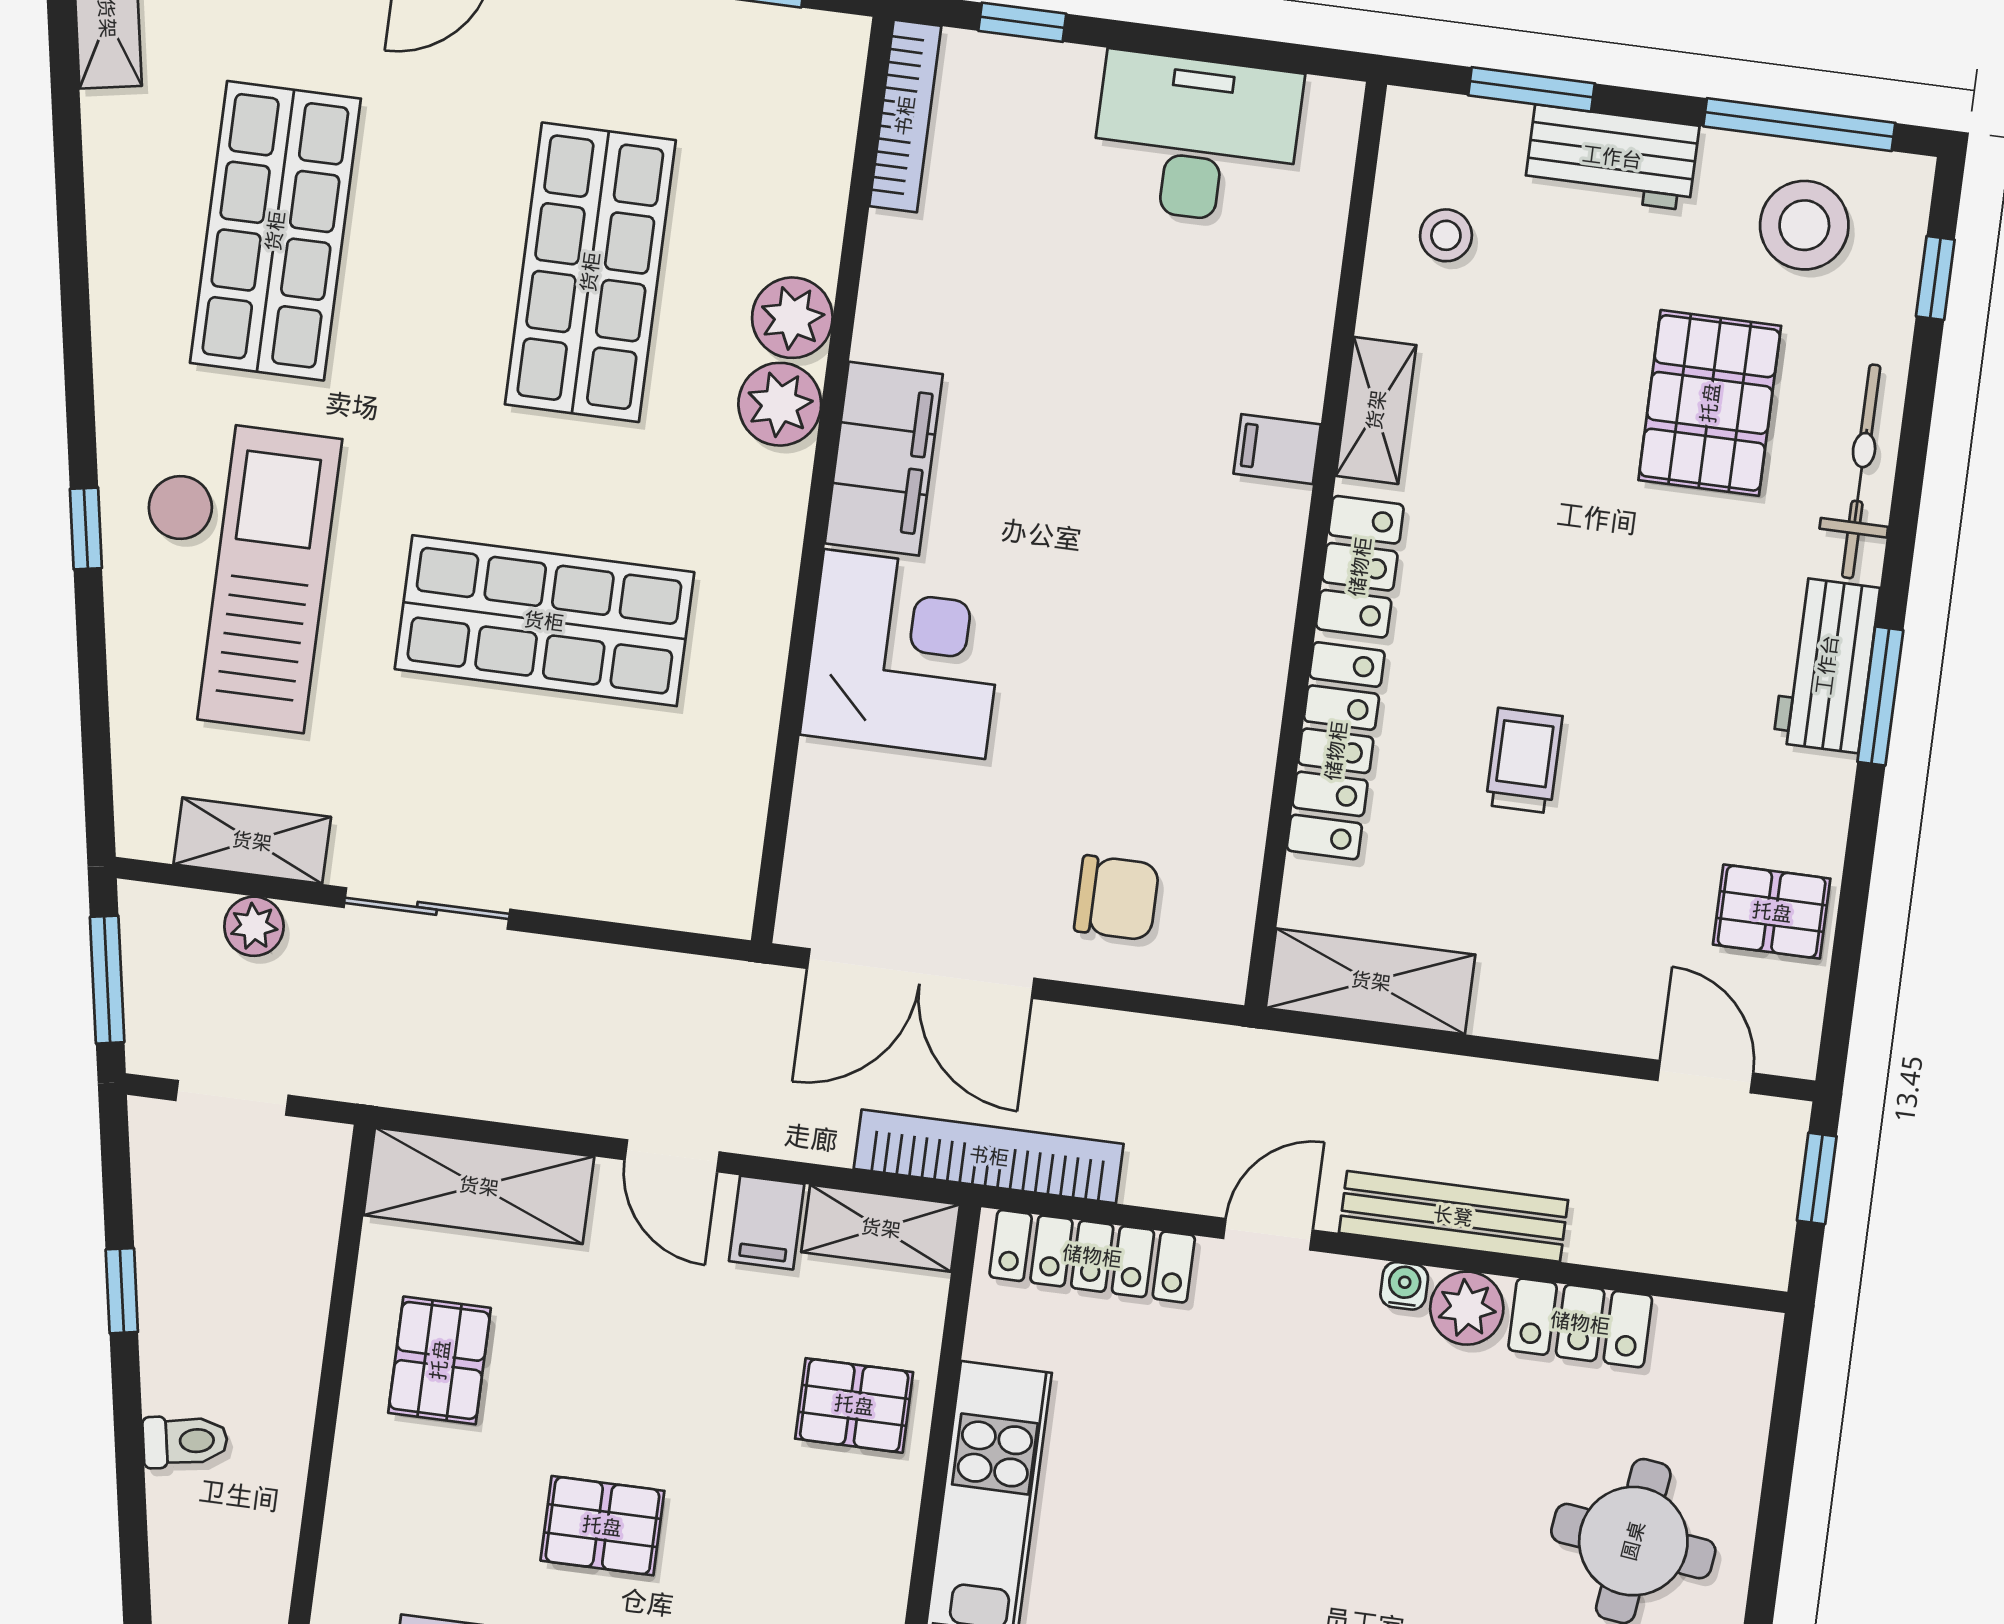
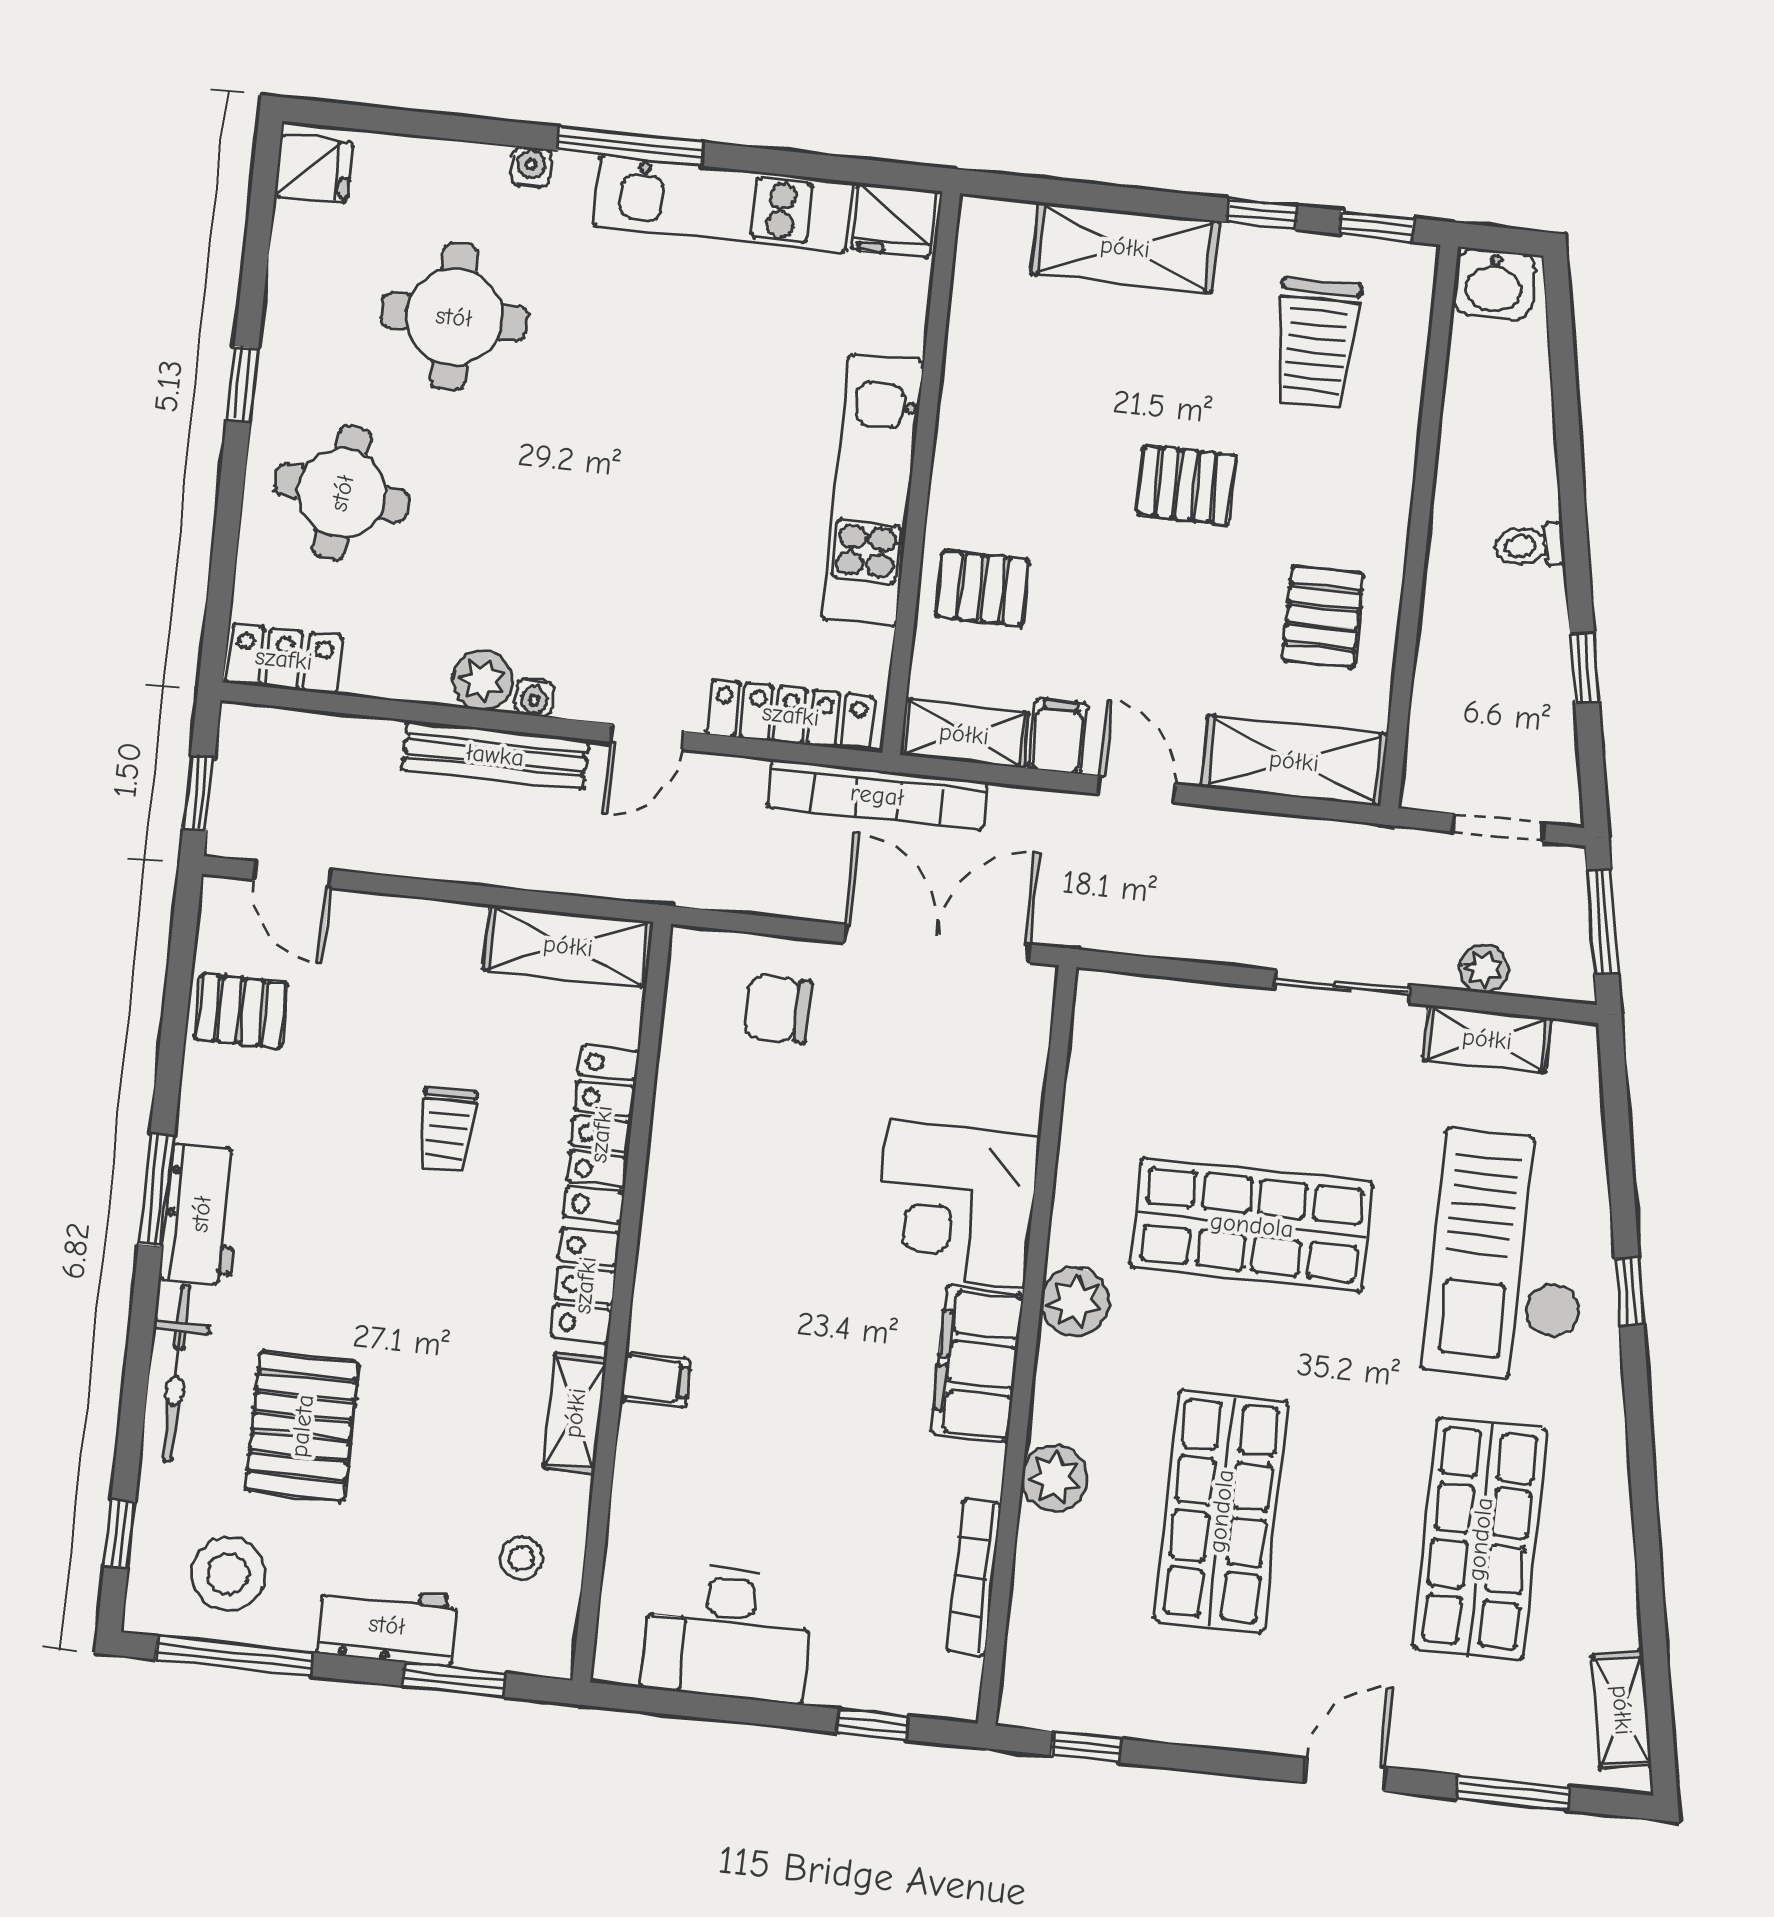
bookcase: (905, 116) -> (974, 1577), moved
plant: (780, 404) -> (1075, 1302), moved
locker: (1580, 1323) -> (284, 659), moved

